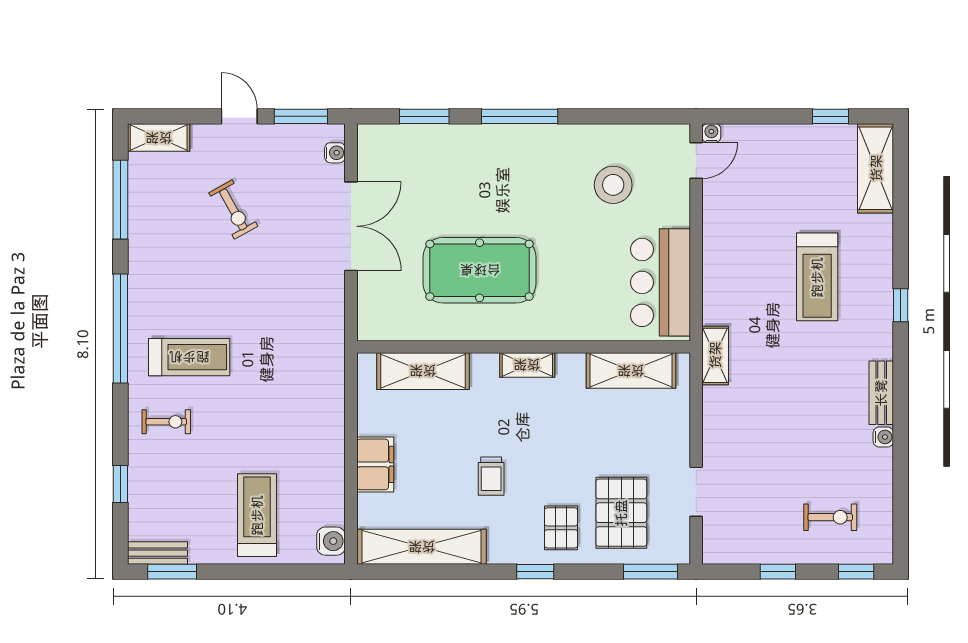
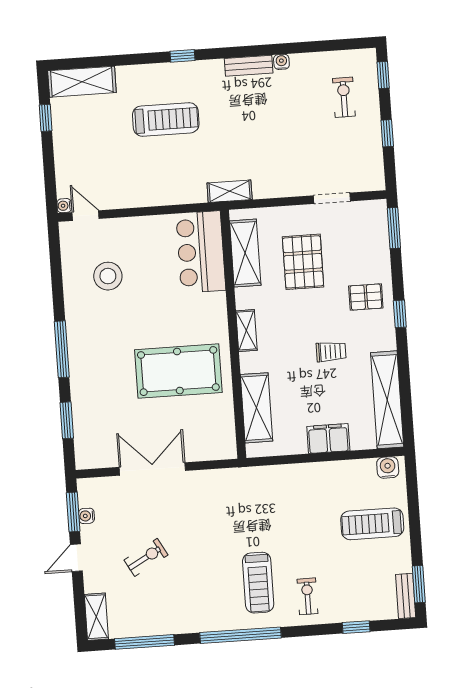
water cooler: (335, 153) -> (87, 516), moved, turned -90
pool table: (480, 270) -> (178, 371), turned 90
bar counter: (661, 282) -> (201, 252), moved, turned 90
treadmill: (189, 357) -> (258, 583), turned 180
pallet: (621, 513) -> (303, 262), moved, turned 90

